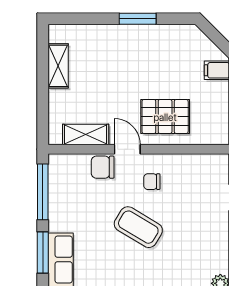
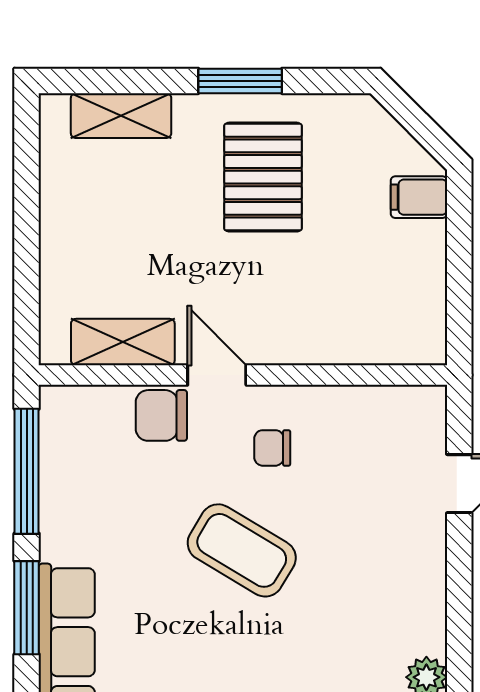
shelving: (58, 66) -> (121, 116), moved, turned 90
pallet: (165, 117) -> (263, 177), moved, turned 90

